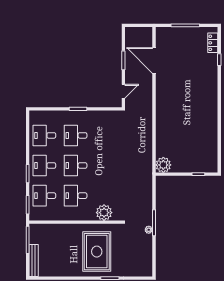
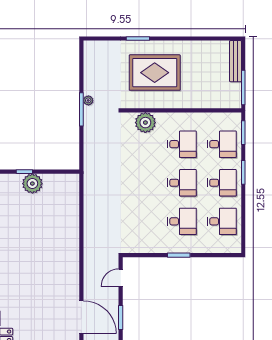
plant: (163, 165) -> (32, 184), moved
rug: (97, 252) -> (155, 73), turned 90

